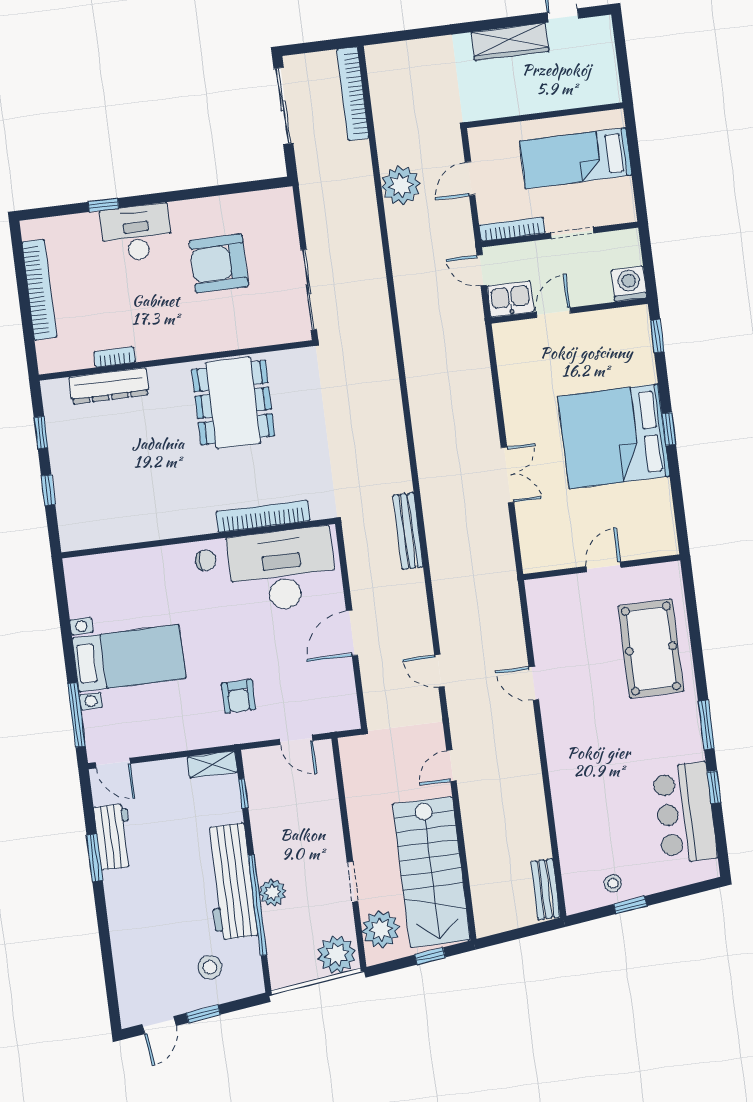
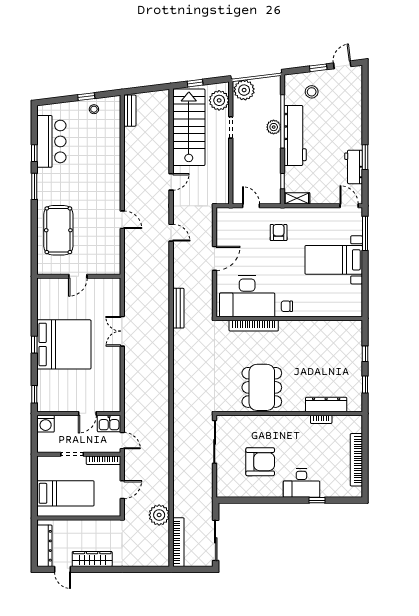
dresser: (602, 55) -> (44, 546), added
plant: (401, 185) -> (159, 515), moved

